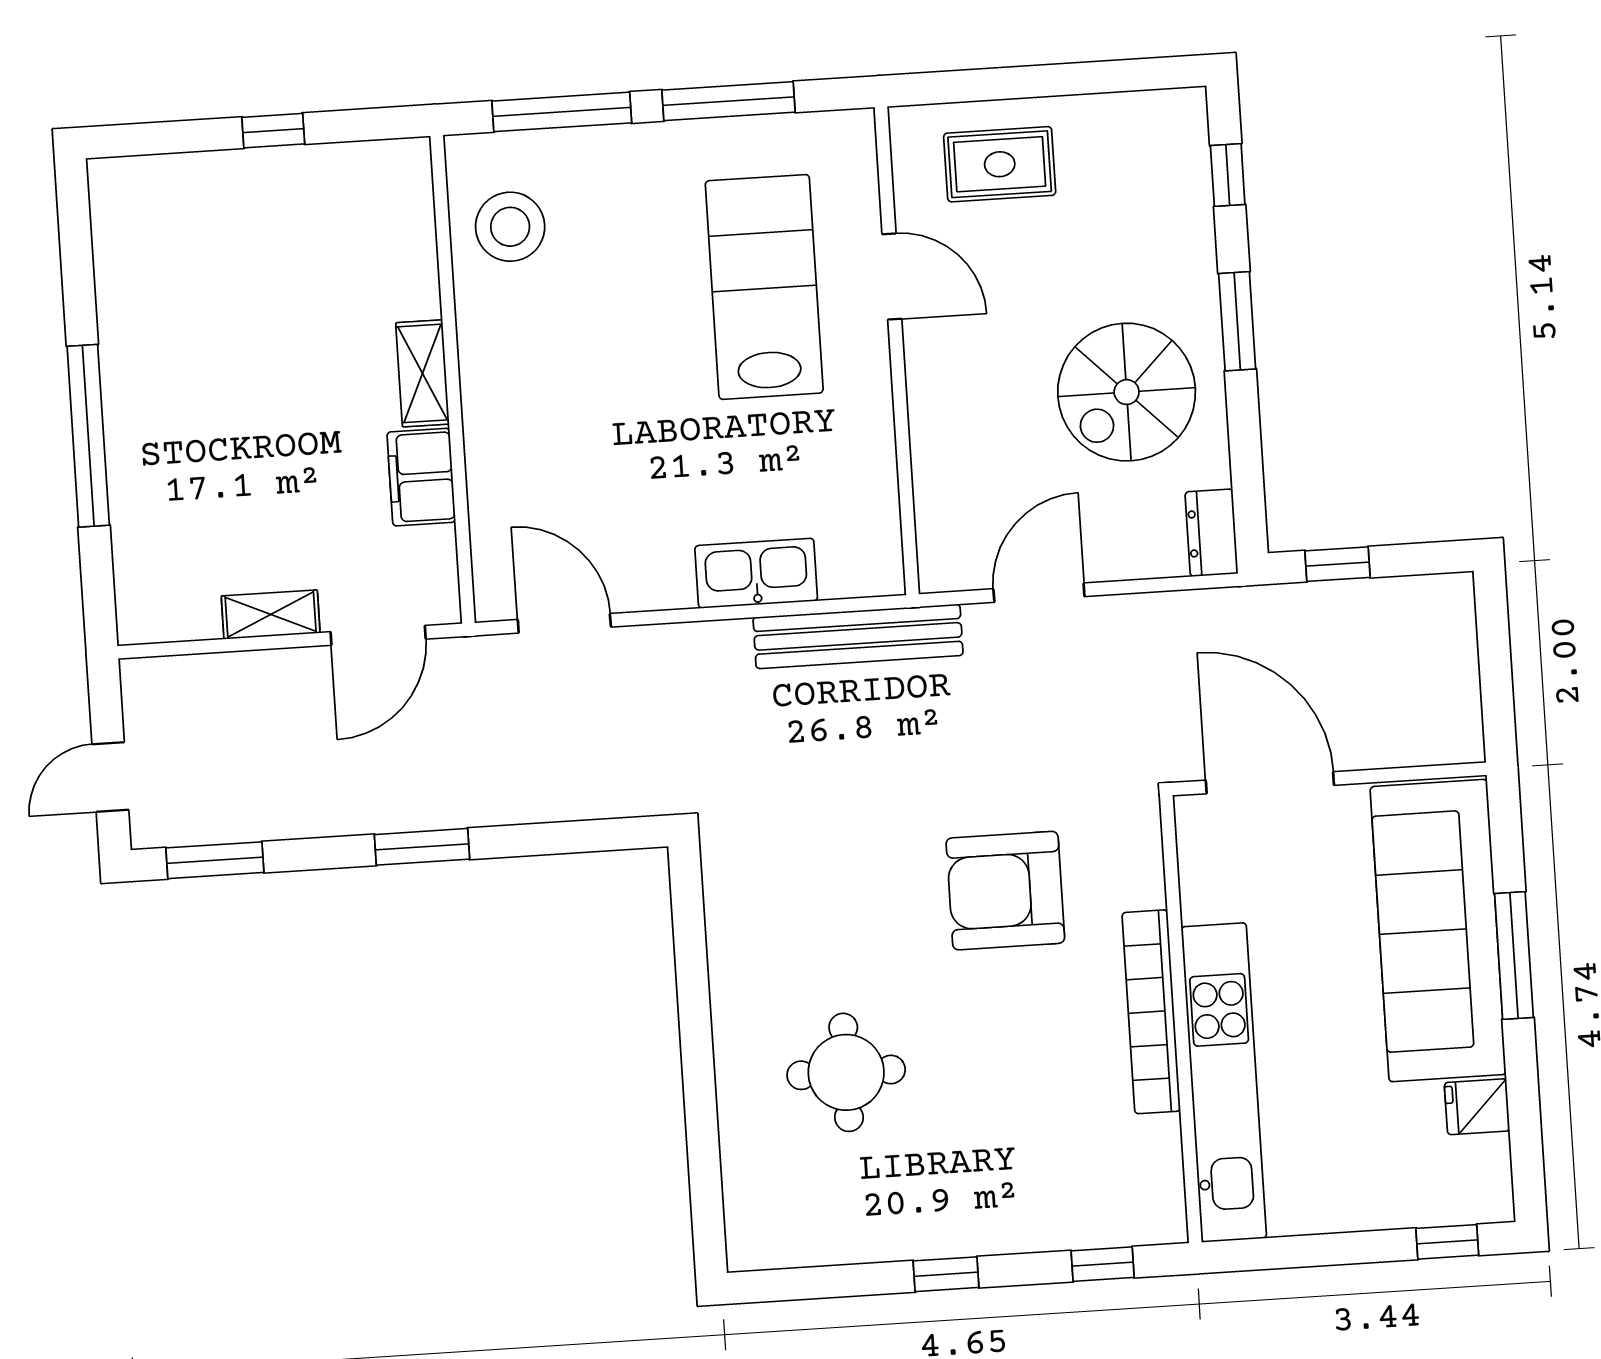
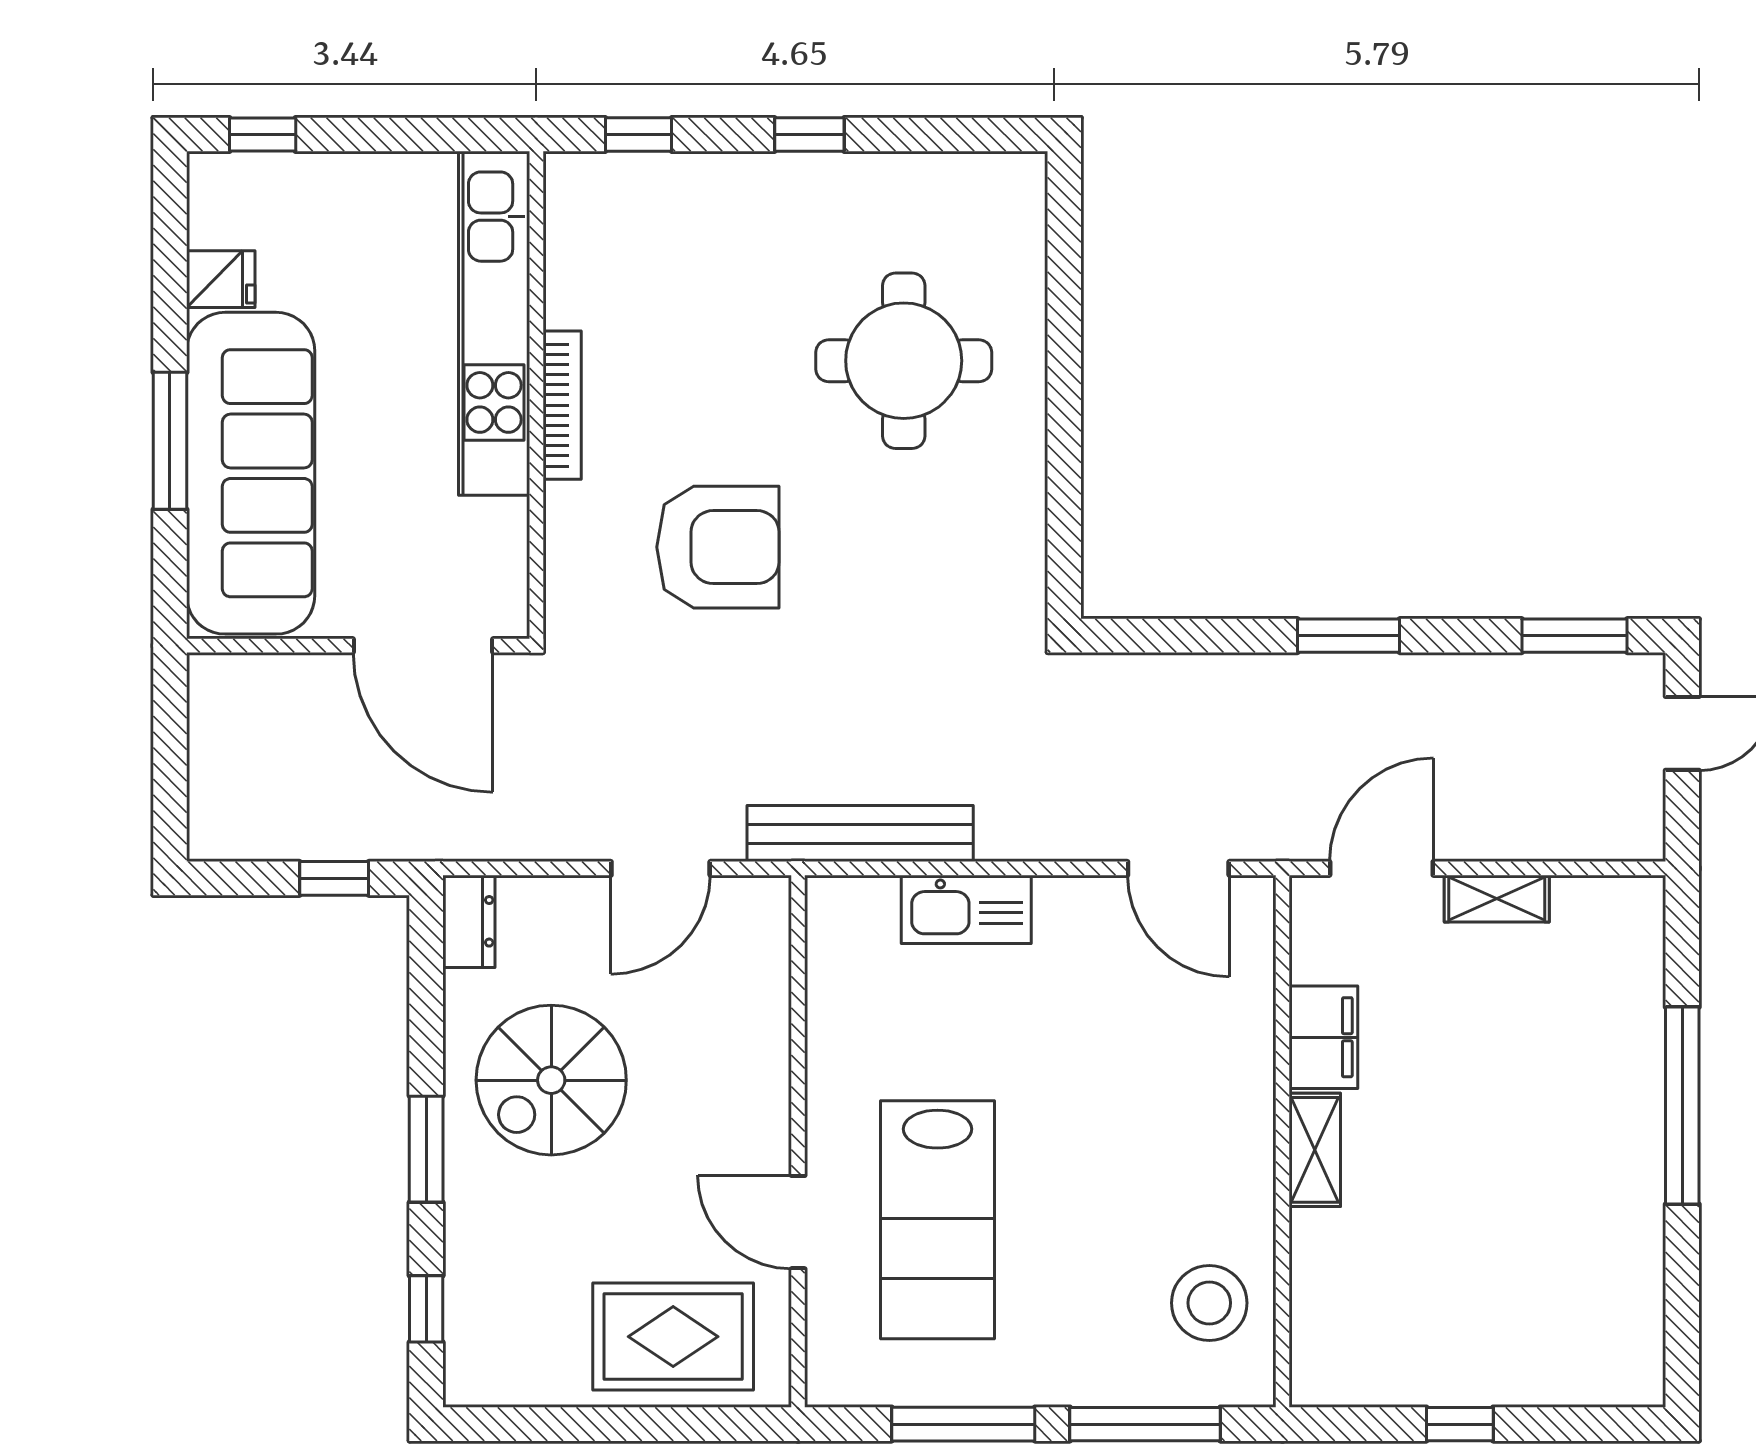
rug: (1000, 164) -> (673, 1337), width x1.36, depth x1.43
spiral stairs: (1127, 392) -> (551, 1080), turned 180
bookcase: (1151, 1012) -> (562, 405), width x0.68, depth x0.76
round table: (846, 1072) -> (904, 361), width x1.36, depth x1.36

